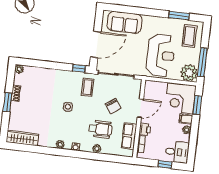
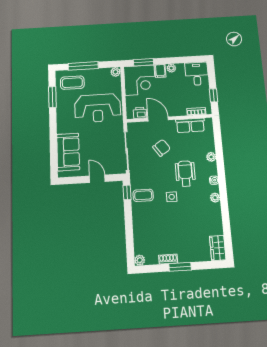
door: (96, 44) -> (97, 179), width x0.53
reception desk: (161, 55) -> (98, 108), turned 180
window: (202, 62) -> (83, 66), moved
plant: (189, 73) -> (115, 72), width x0.53, depth x0.53
coffee table: (87, 87) -> (143, 195), moved
wheelchair: (100, 129) -> (185, 174), moved
printer: (145, 129) -> (140, 113), moved
wardrobe: (22, 138) -> (218, 248), width x0.67
window: (165, 164) -> (214, 95), moved

